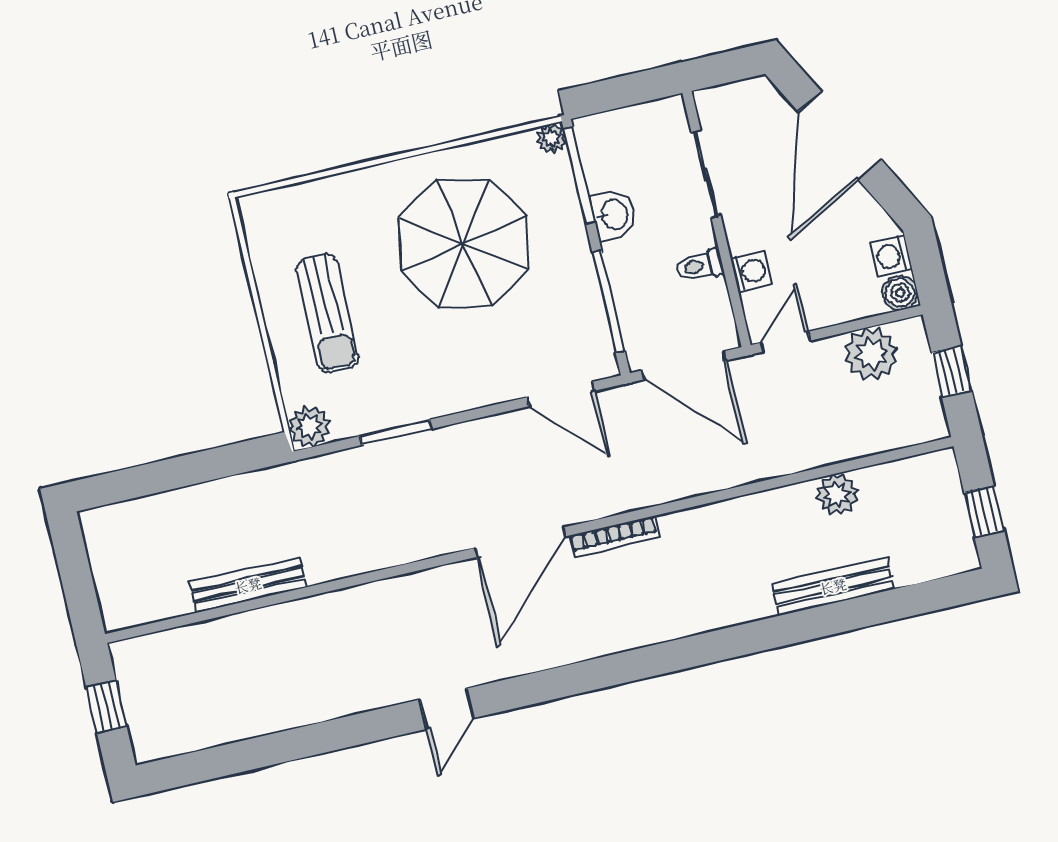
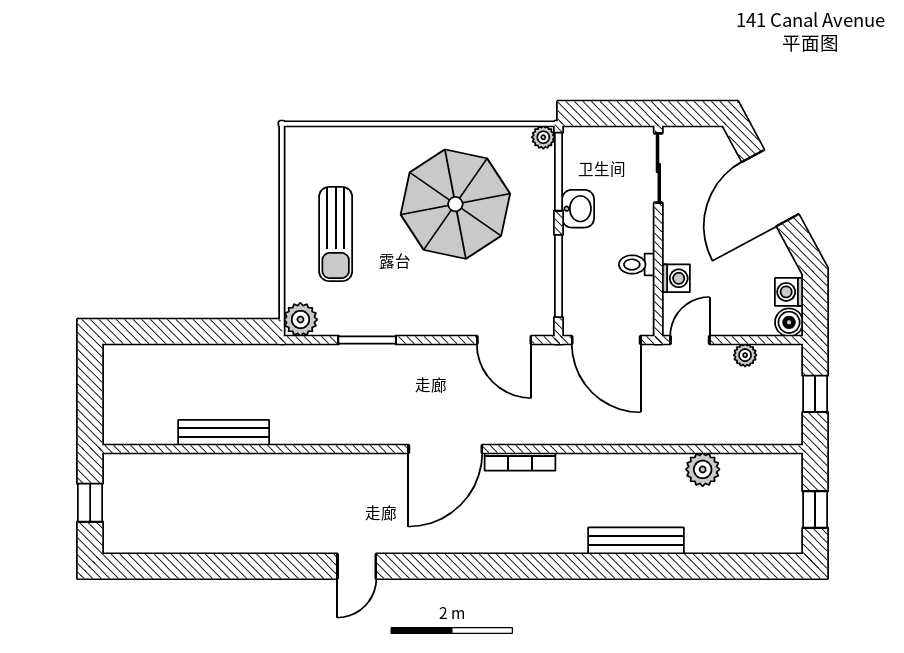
sliding door: (706, 174) -> (658, 168), moved
plant: (871, 354) -> (745, 355), width x0.53, depth x0.53
bench: (833, 586) -> (636, 541), moved

